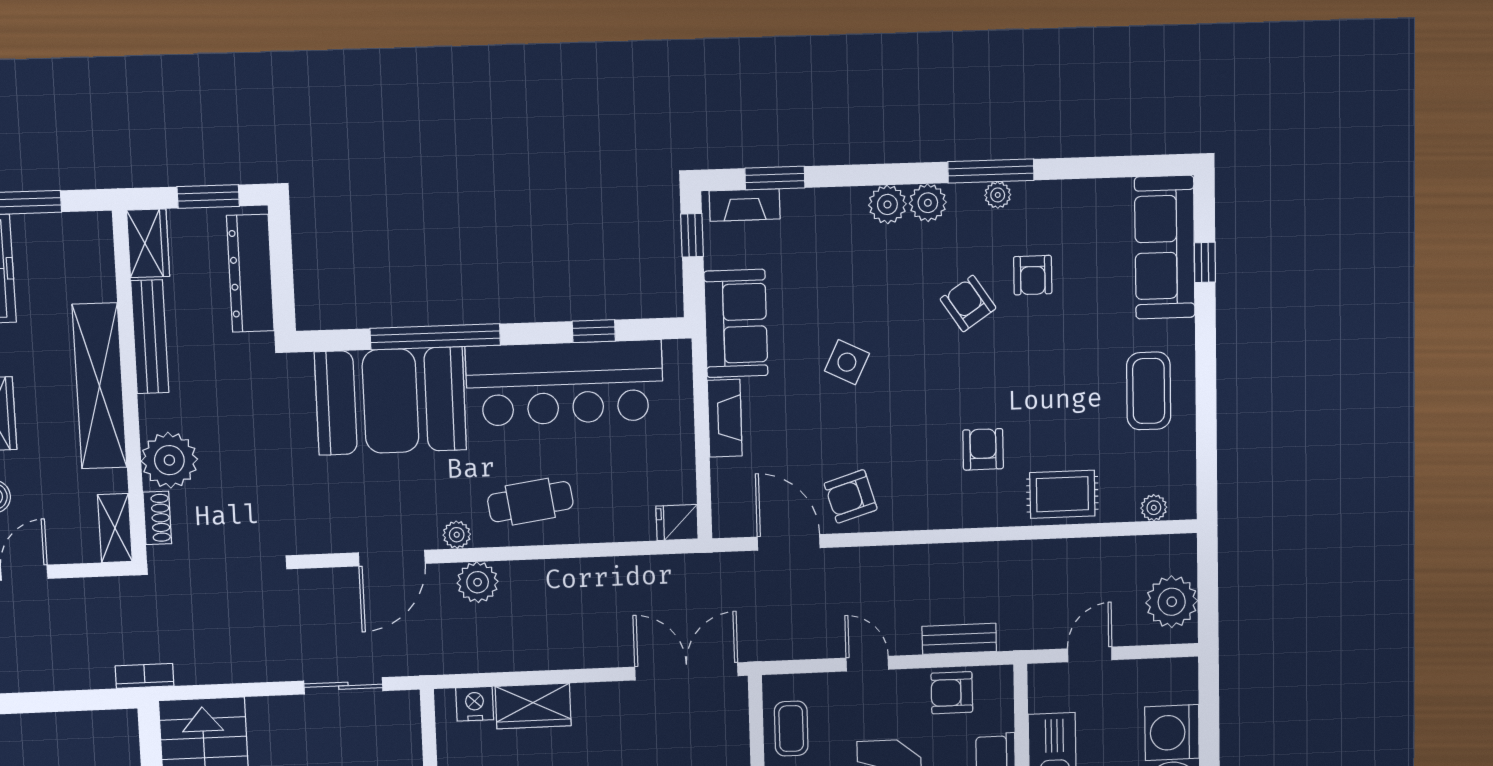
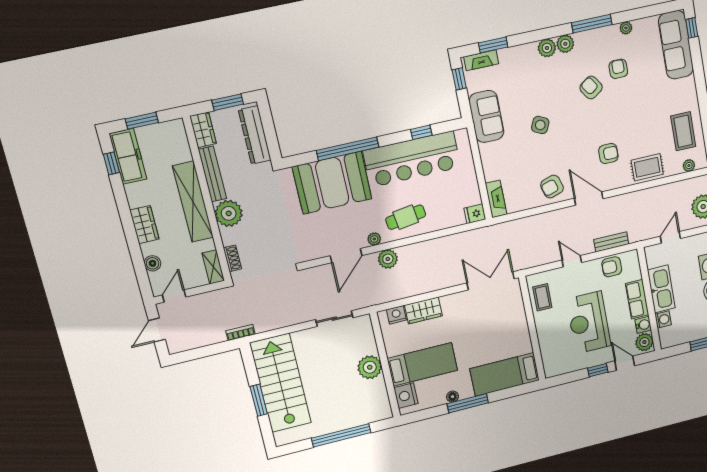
plant: (998, 195) -> (626, 28), moved
window: (1205, 262) -> (692, 28), moved
armchair: (1033, 275) -> (618, 69), turned 180
coffee table: (1149, 391) -> (683, 131), moved
fireplace: (725, 418) -> (496, 199), moved
armchair: (983, 449) -> (608, 154), turned 90
plant: (169, 460) -> (229, 213), moved
door: (789, 542) -> (589, 199), moved

